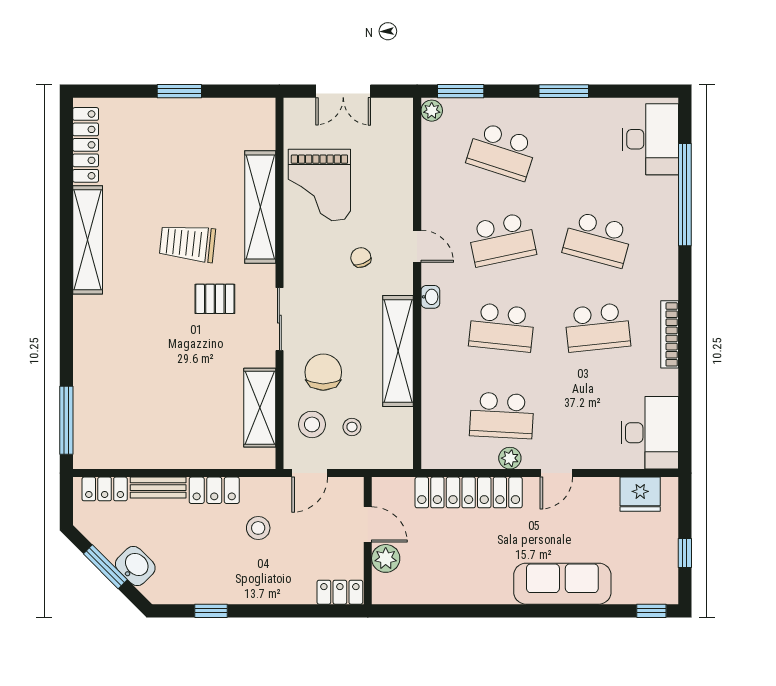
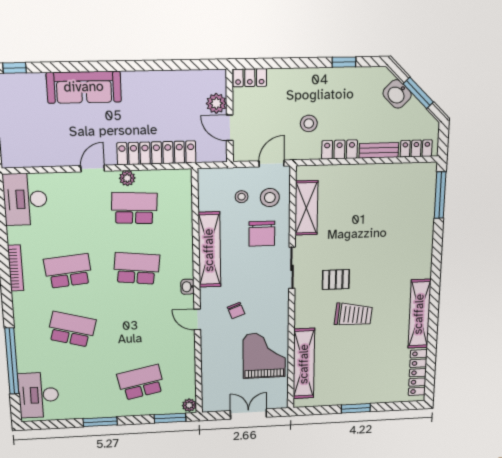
school desk: (502, 151) -> (141, 382), turned -30
shelving: (260, 207) -> (304, 364), moved
school desk: (502, 239) -> (139, 326), removed
fridge: (640, 494) -> (29, 155), removed

